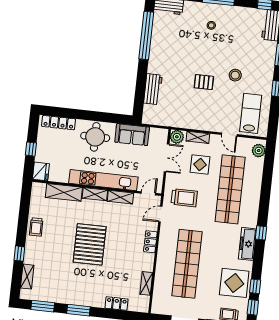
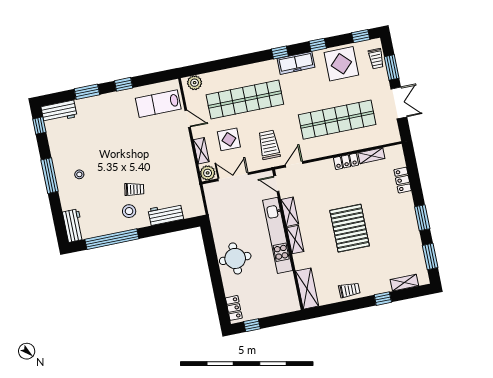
trolley: (183, 69) -> (134, 189), added
stool: (235, 75) -> (129, 211), moved
pallet: (204, 82) -> (141, 163), removed
locker: (59, 123) -> (234, 308), width x0.66
sofa: (132, 135) -> (220, 221), removed
door: (229, 135) -> (188, 119), hinge flipped
window: (31, 149) -> (252, 325), moved
fridge: (41, 171) -> (290, 304), removed
shelving: (64, 192) -> (307, 289), moved
door: (160, 214) -> (294, 164), swing flipped
locker: (150, 242) -> (346, 161), moved
pallet: (90, 244) -> (350, 228), turned 90
window: (255, 286) -> (318, 45), moved

